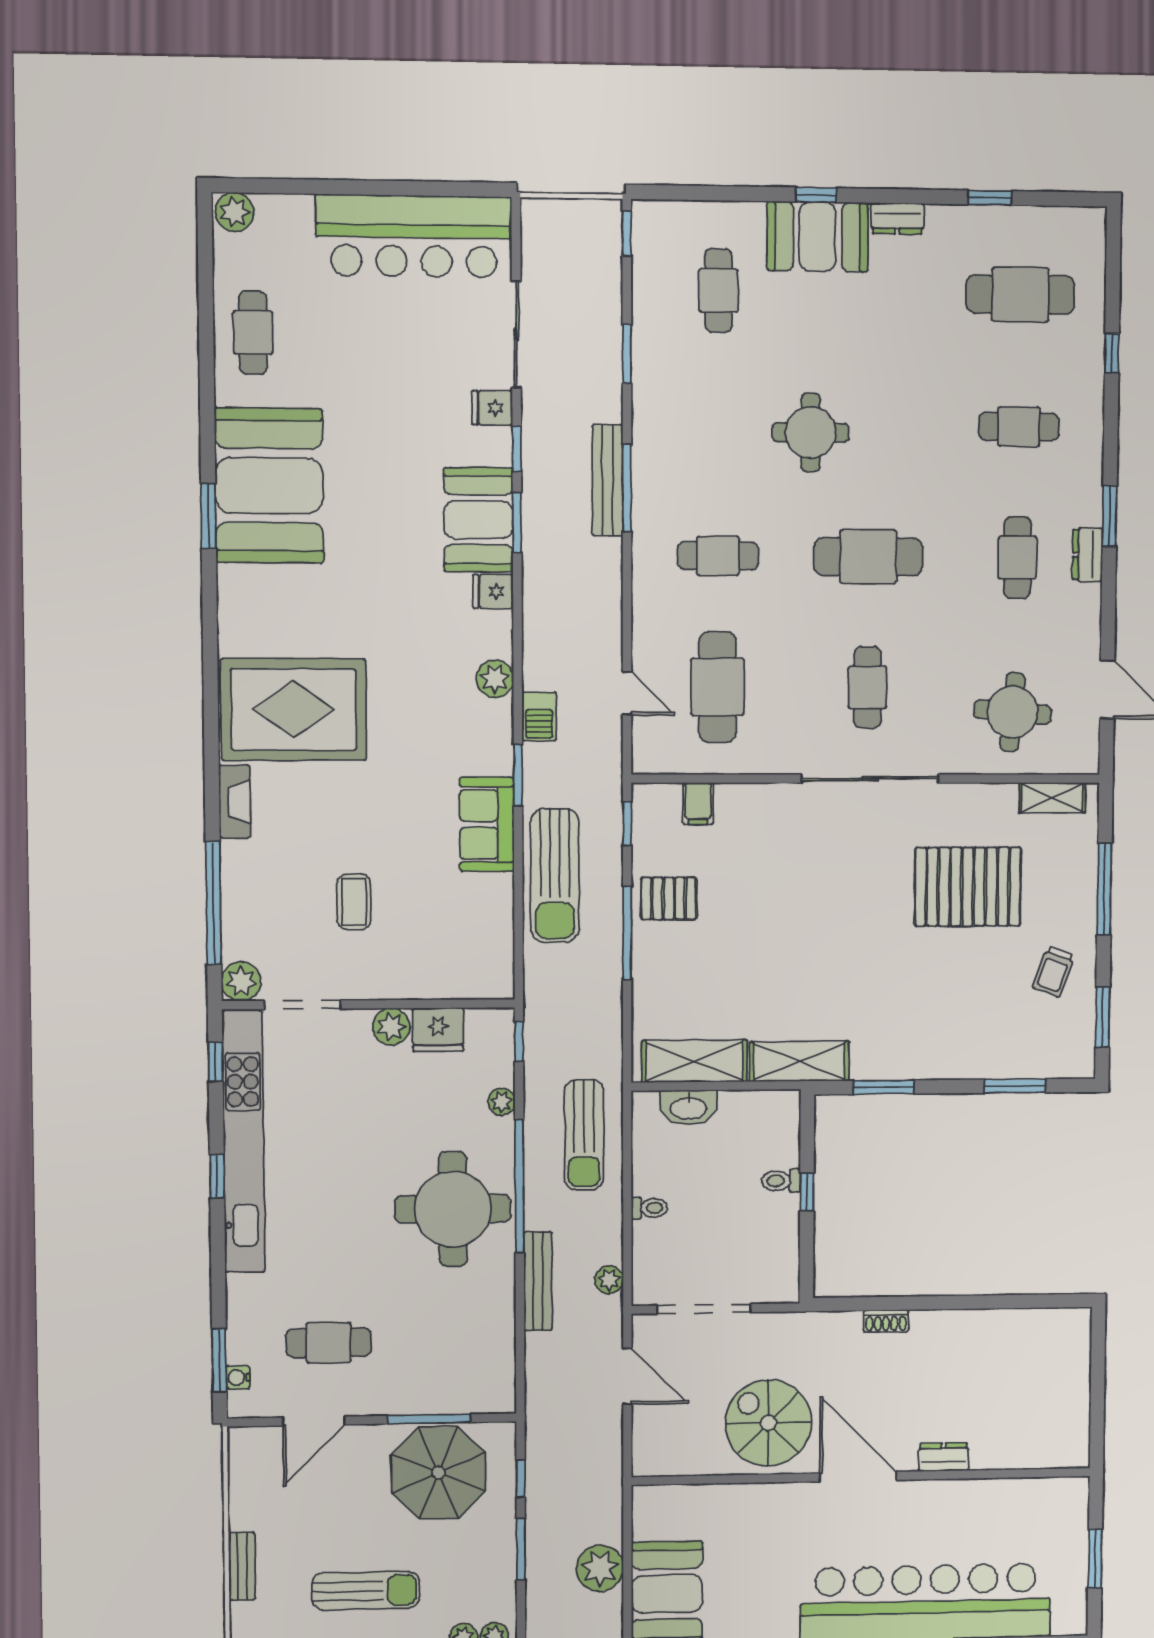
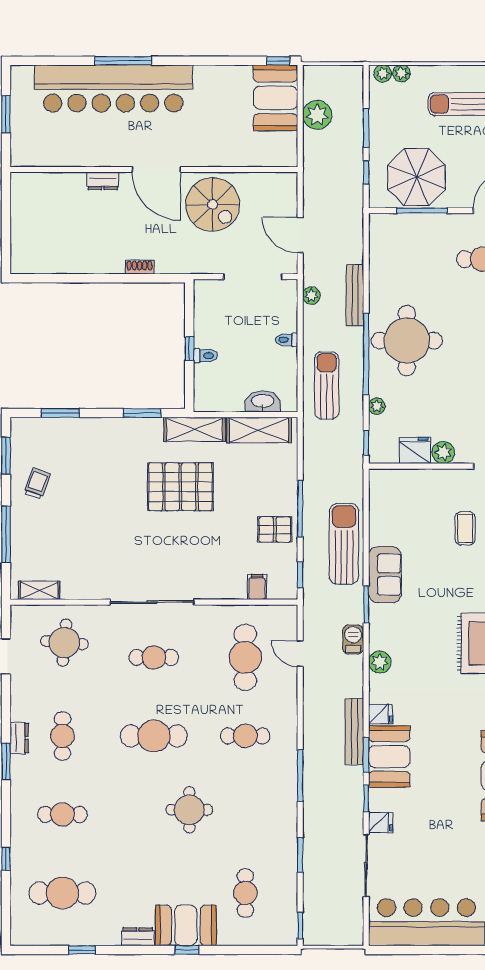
bench: (607, 480) -> (354, 732), moved
cafe table: (867, 687) -> (154, 657), turned 90
pallet: (968, 887) -> (180, 487), moved

